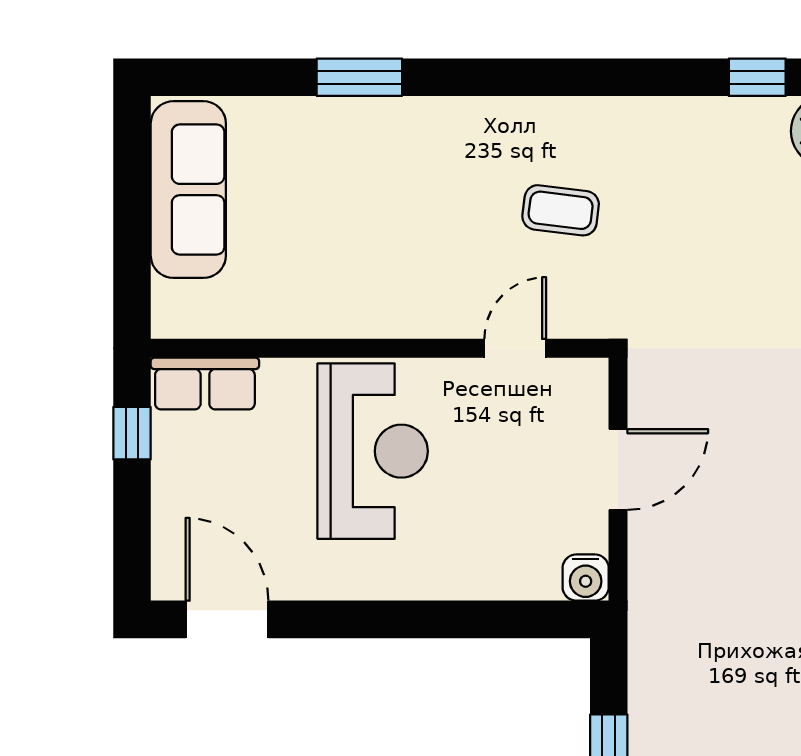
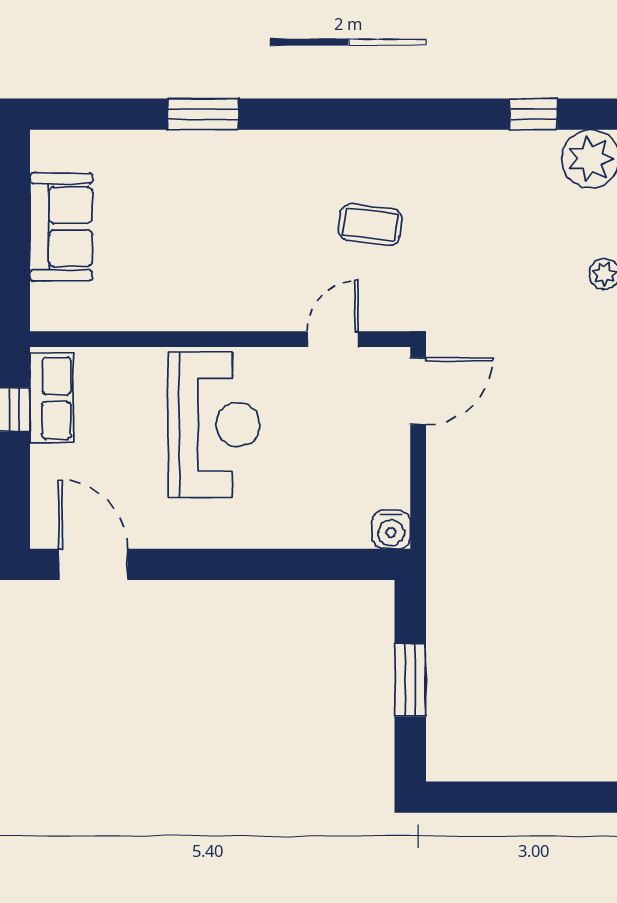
sofa: (188, 190) -> (61, 227), width x0.73
row of seats: (205, 384) -> (51, 398), moved, turned -90
door: (618, 469) -> (418, 391), moved

